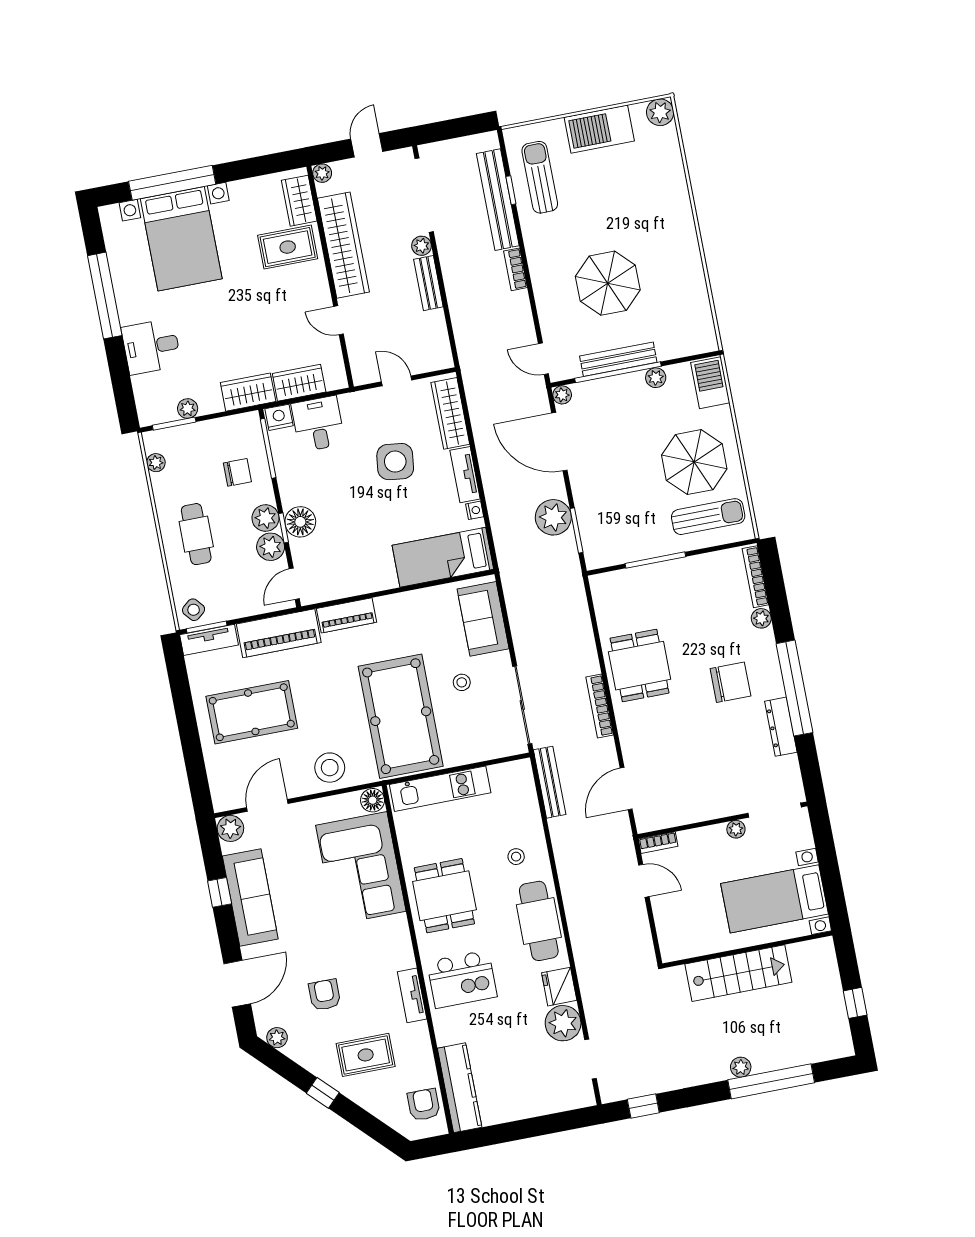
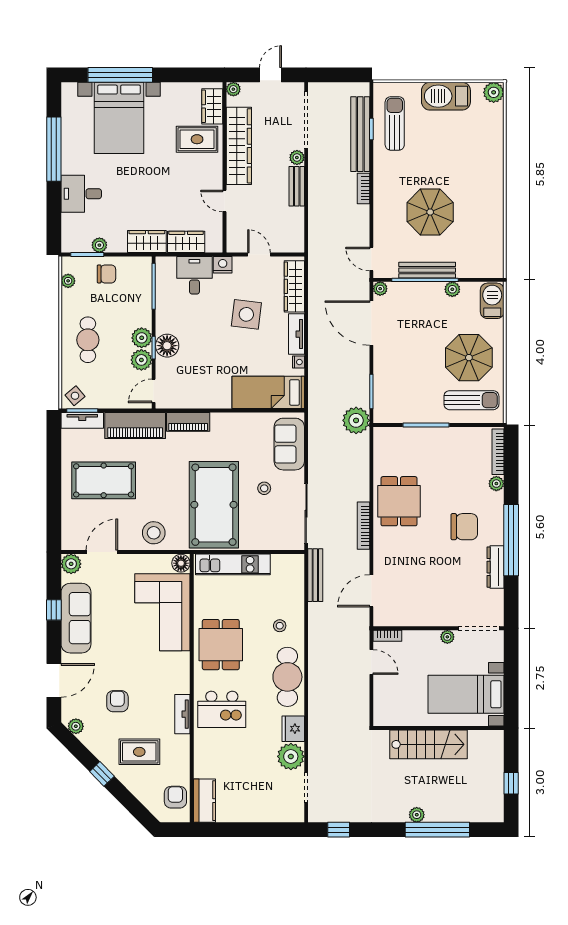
nightstand: (279, 417) -> (223, 265), moved
chair: (237, 472) -> (106, 274), moved
plant: (553, 517) -> (356, 420), moved
kitchen counter: (460, 1088) -> (204, 801), width x0.67

